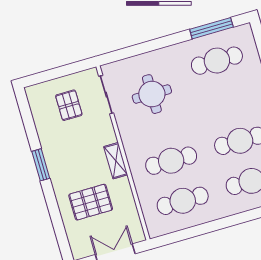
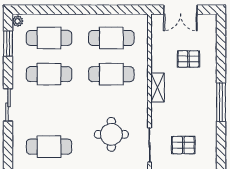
pallet: (69, 105) -> (183, 145), turned 90
window: (41, 165) -> (221, 102), width x1.44
pallet: (91, 202) -> (188, 59), width x0.67, depth x0.71

